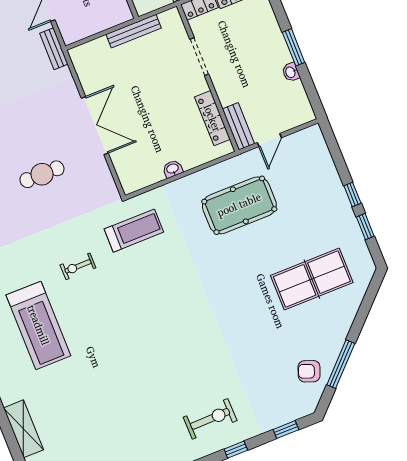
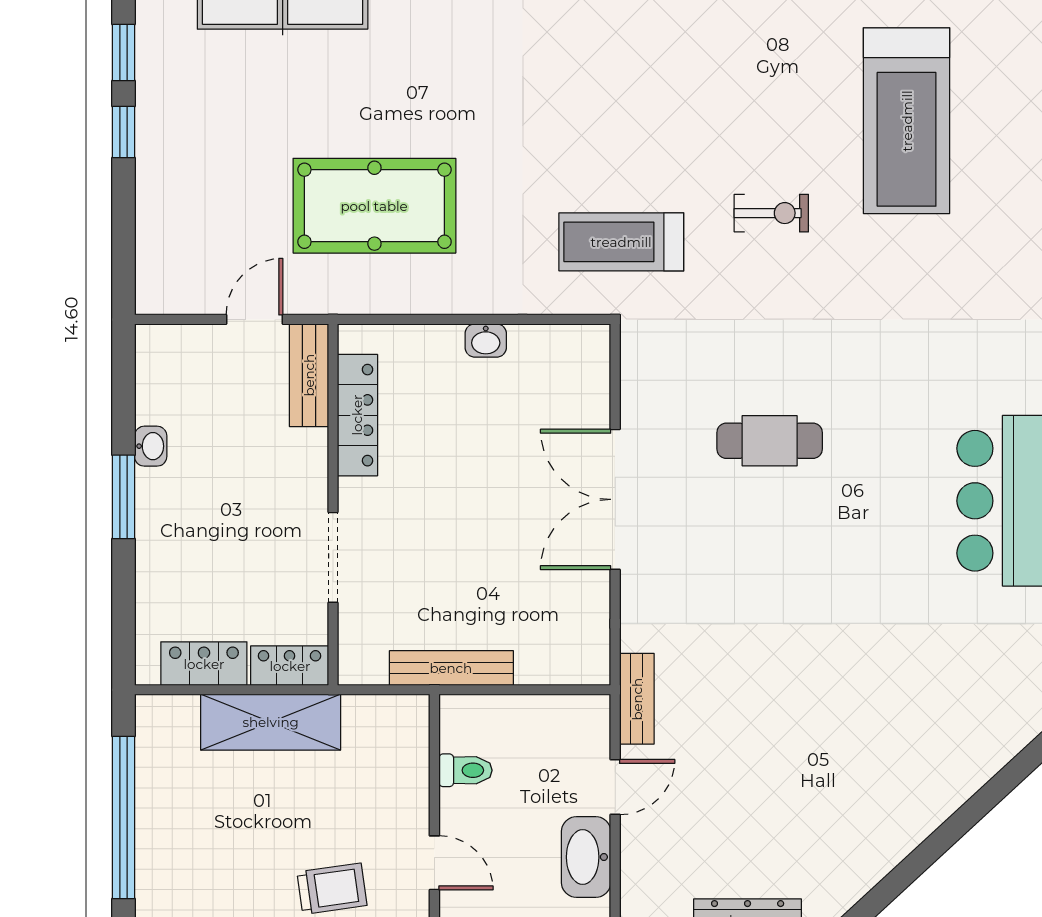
treadmill: (38, 325) -> (907, 121), turned 180

